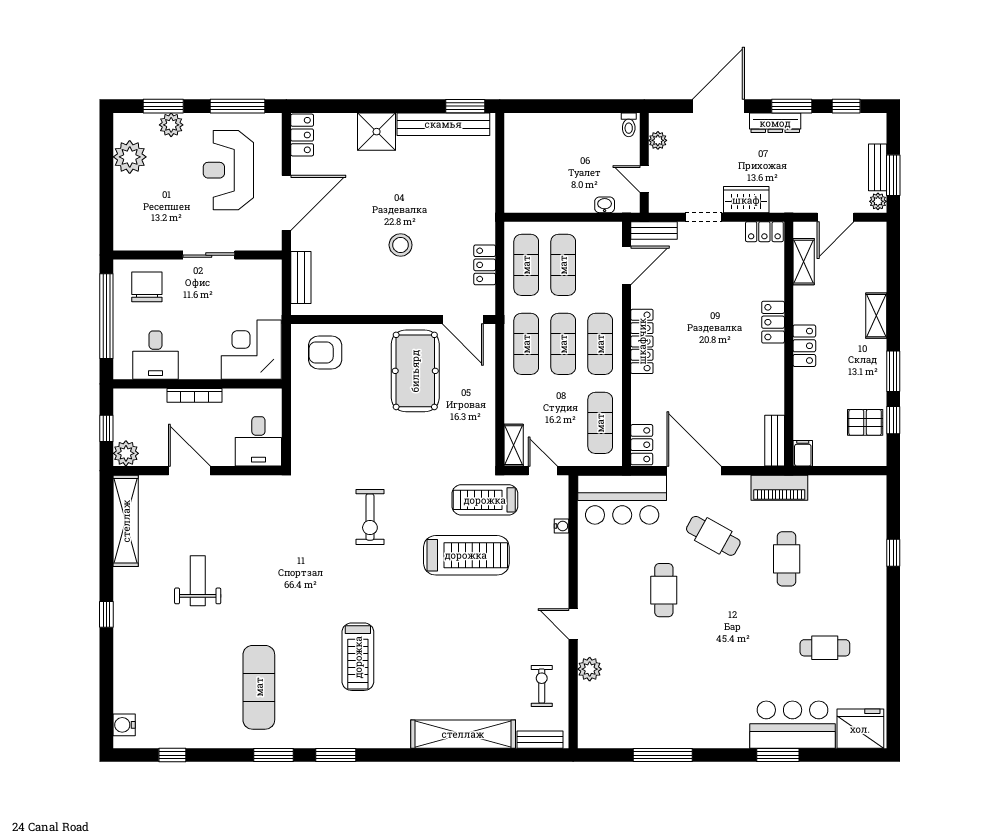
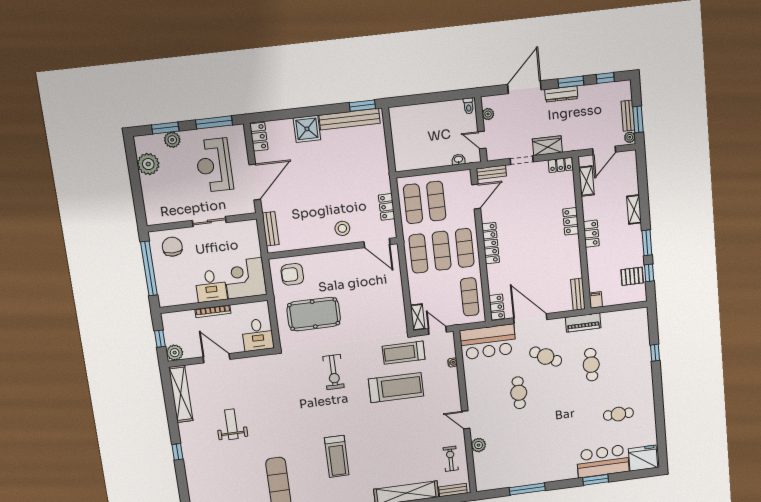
stool: (401, 245) -> (342, 228), moved
desk: (156, 355) -> (211, 286), moved
pool table: (415, 371) -> (314, 314), moved, turned 90

